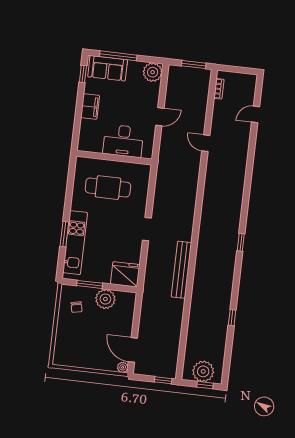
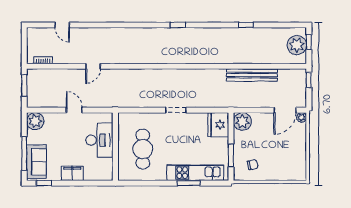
bench: (181, 270) -> (252, 75), moved
plant: (105, 299) -> (242, 121), moved

